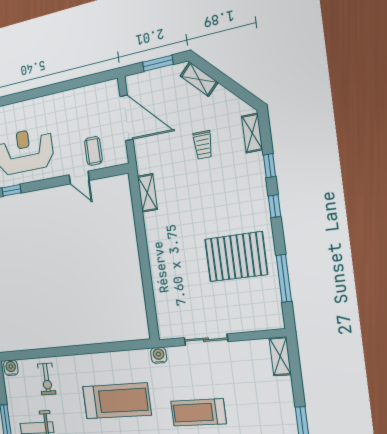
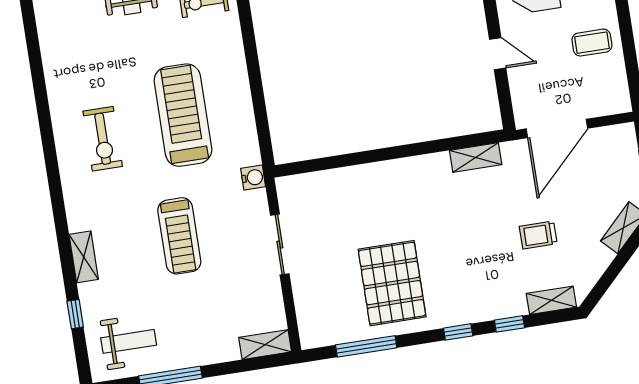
door: (126, 118) -> (557, 128), moved
coffee table: (93, 151) -> (592, 43), moved
door: (79, 177) -> (498, 54), swing flipped
treadmill: (117, 401) -> (183, 115), turned 180
treadmill: (198, 412) -> (179, 236), turned 180

